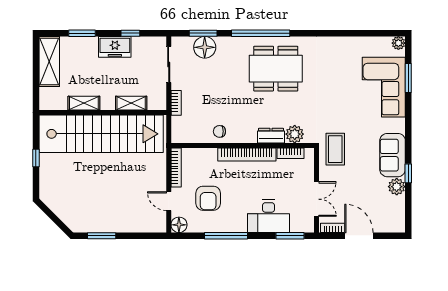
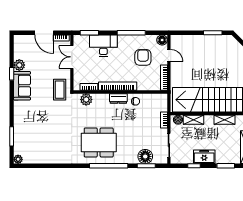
corner sofa: (384, 87) -> (28, 130), removed
boiler: (155, 103) -> (178, 120), added
dresser: (271, 136) -> (118, 99), moved

